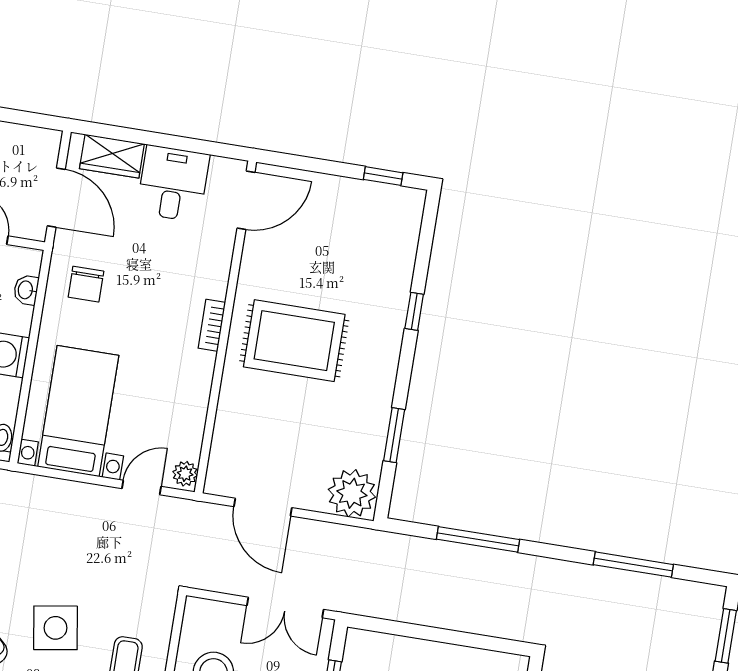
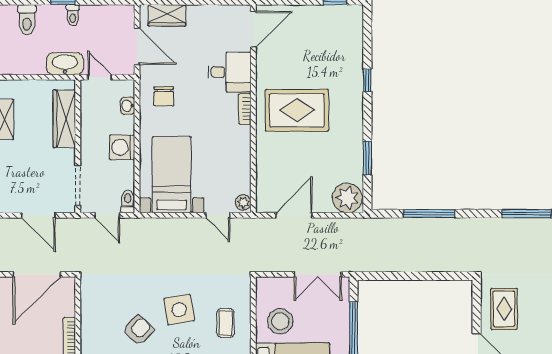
desk: (173, 184) -> (229, 72), moved, turned 90
door: (141, 487) -> (218, 215), swing flipped
door: (263, 507) -> (294, 215), swing flipped

